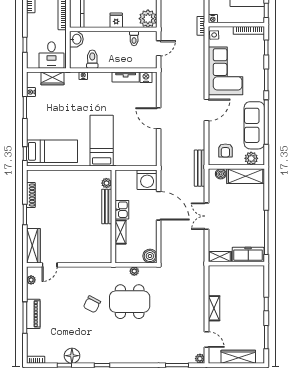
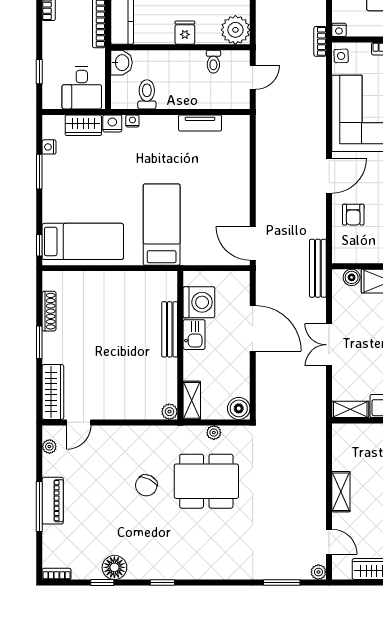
nightstand: (146, 77) -> (112, 123), moved
door: (159, 118) -> (253, 244), moved
armchair: (225, 150) -> (353, 215), moved
washing machine: (147, 180) -> (199, 302), moved, turned -90
plant: (106, 183) -> (169, 412), moved
shelving: (121, 232) -> (192, 400), moved

